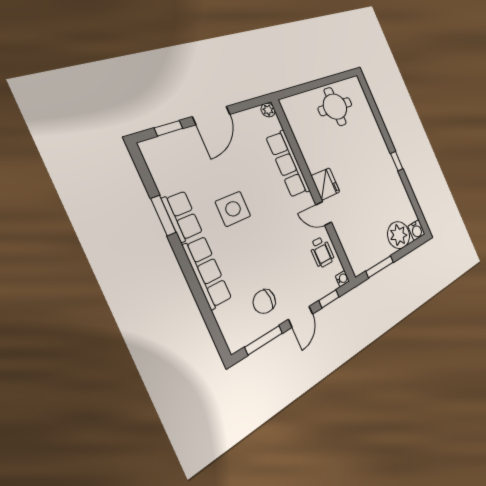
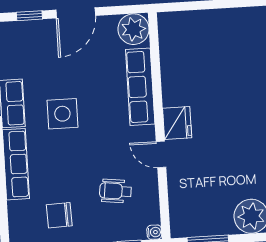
round table: (335, 107) -> (228, 37), removed
plant: (268, 110) -> (134, 29), width x1.88, depth x1.88
wheelchair: (322, 252) -> (116, 191), moved, turned 97

